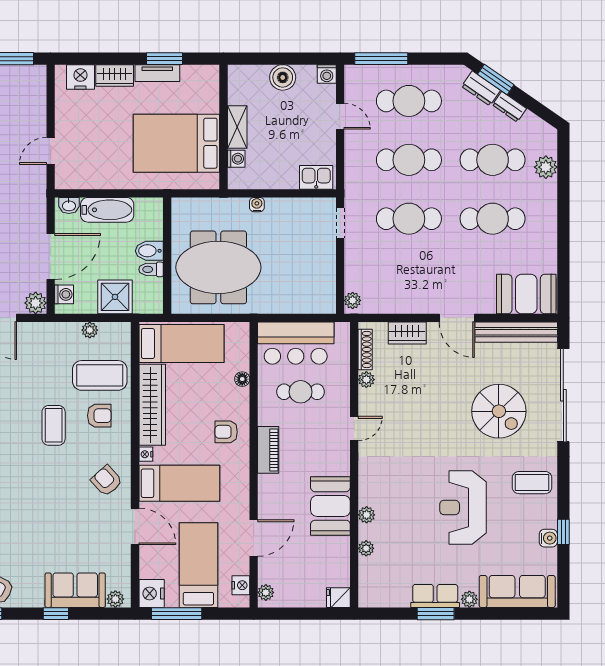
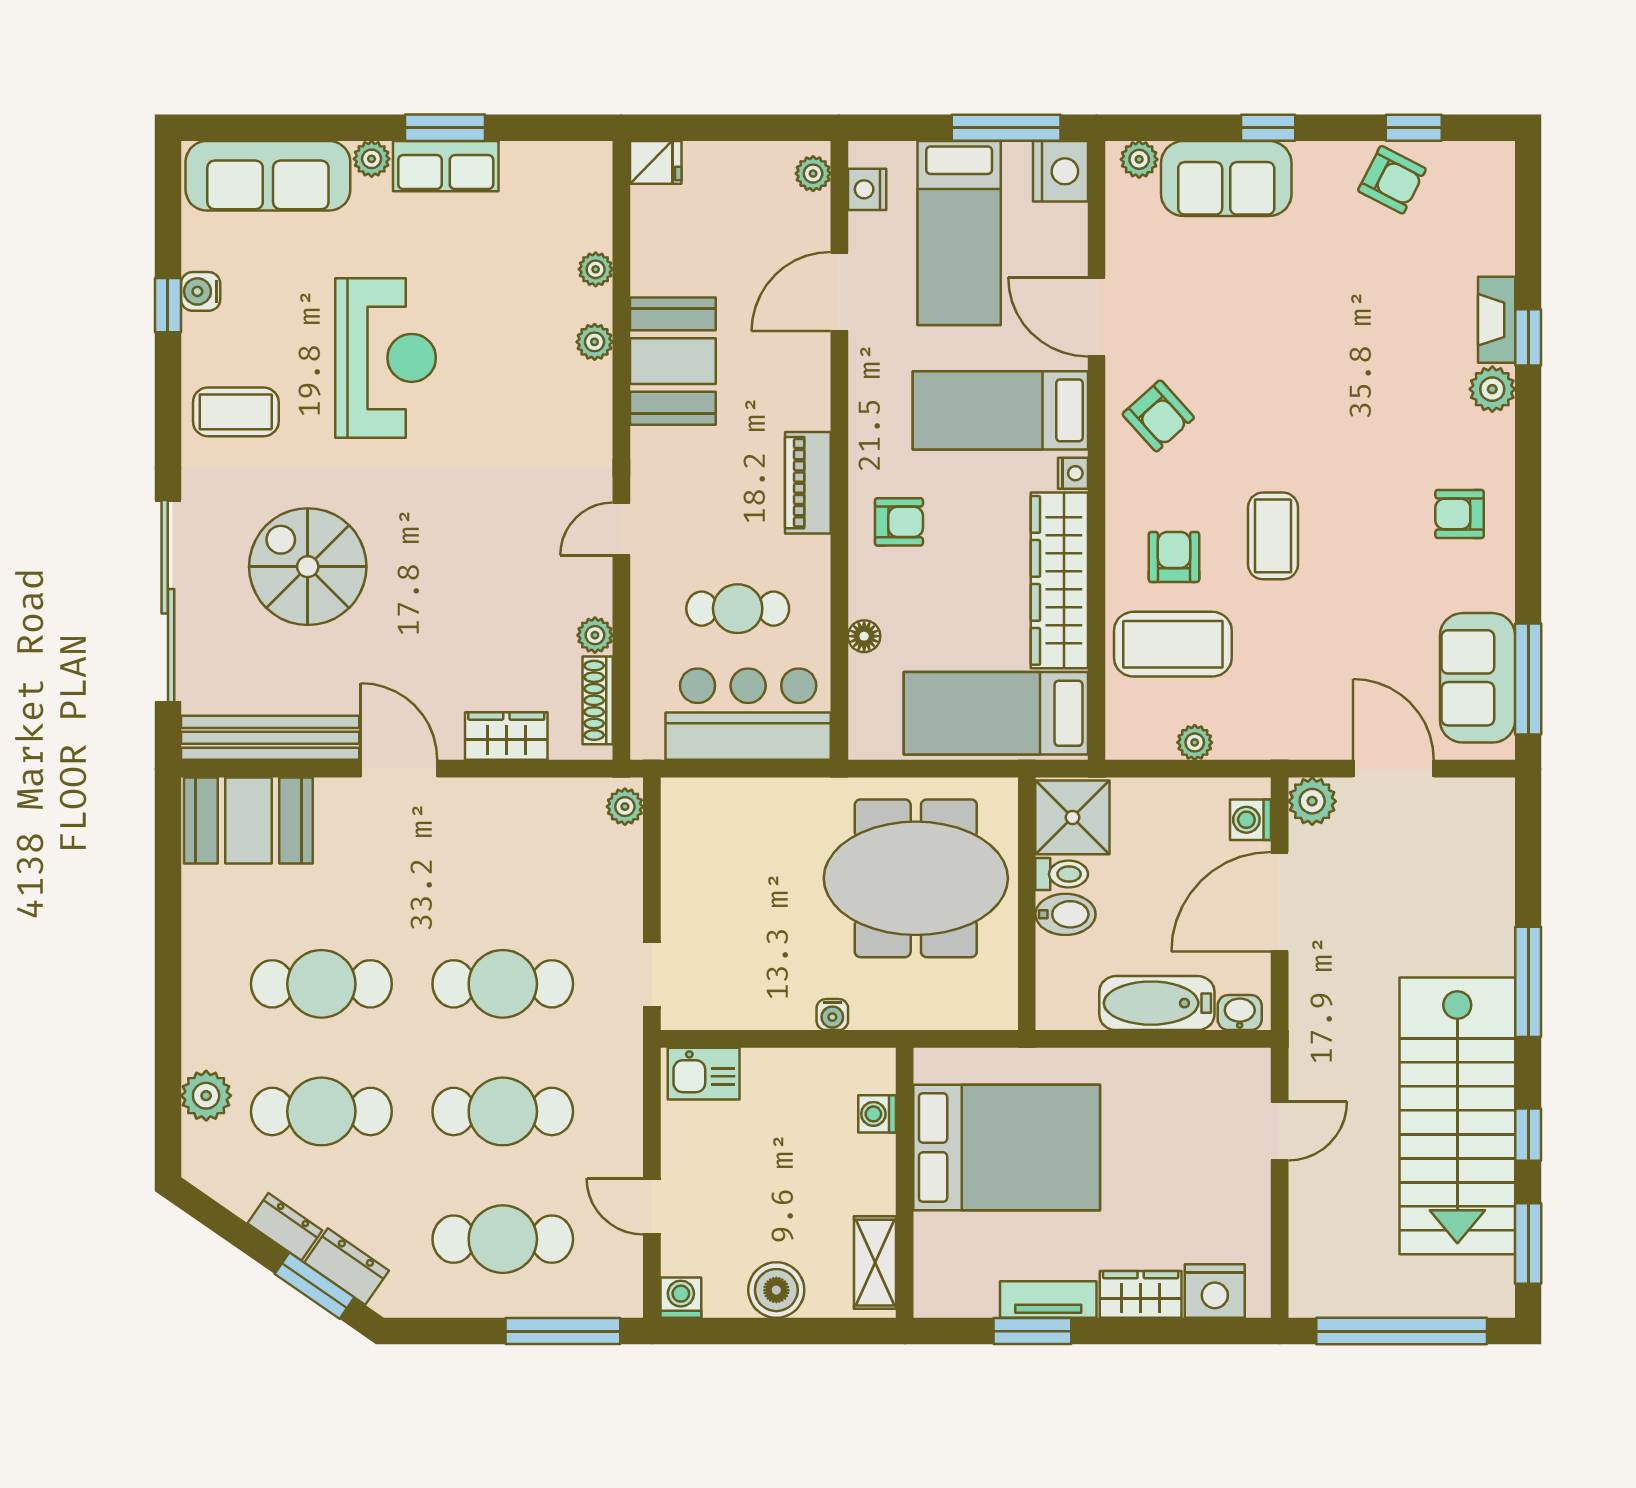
shelving: (237, 127) -> (875, 1263), moved
shower: (115, 297) -> (1072, 817), moved
armchair: (99, 416) -> (1174, 557), turned 90

